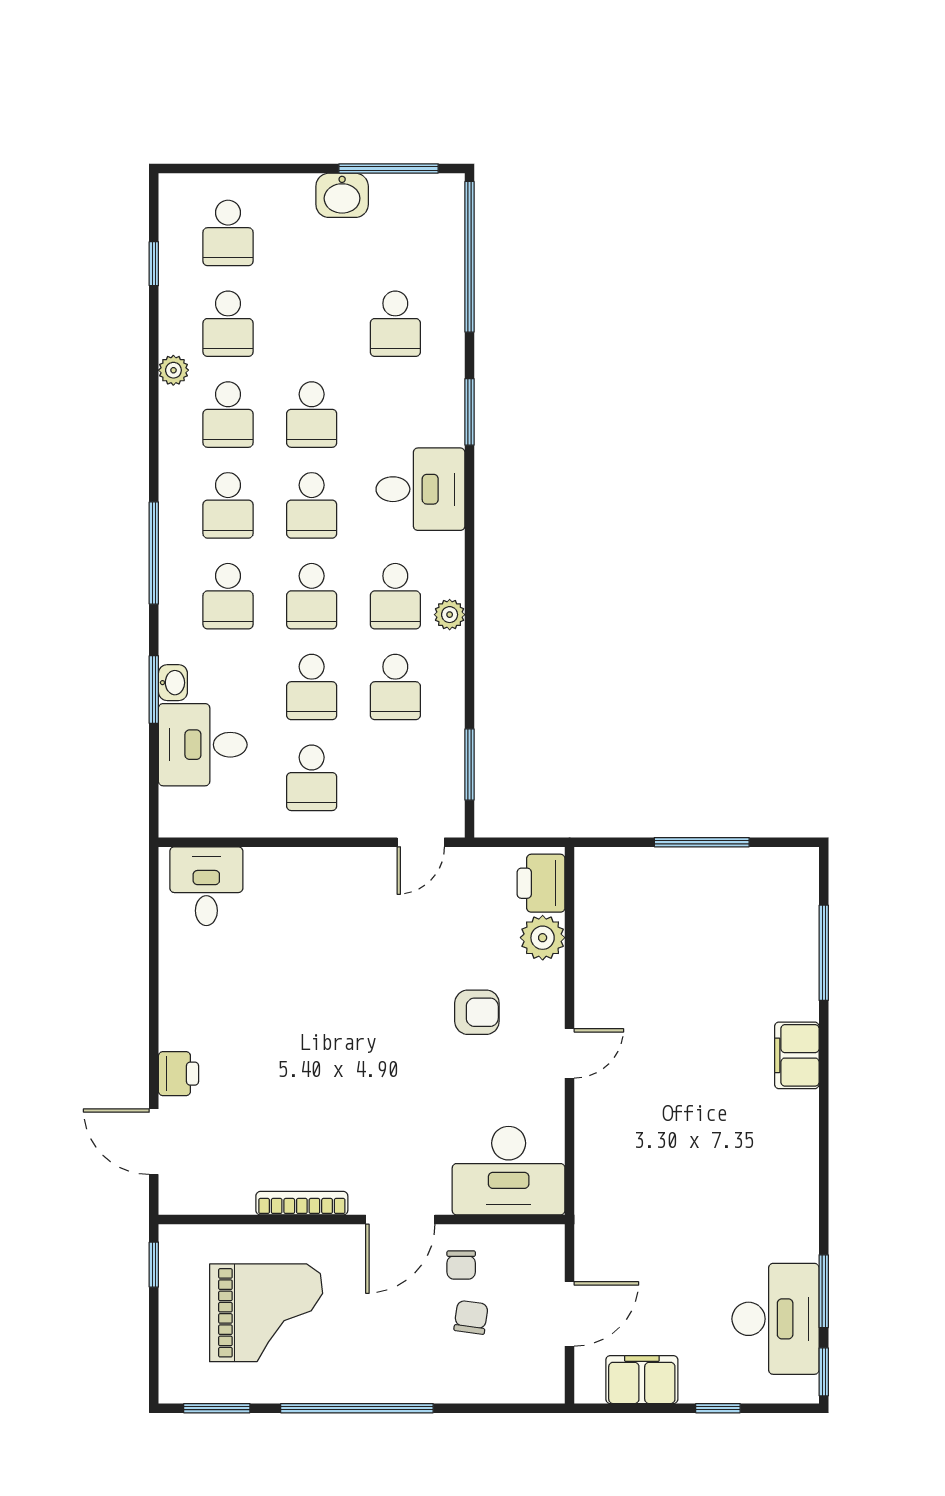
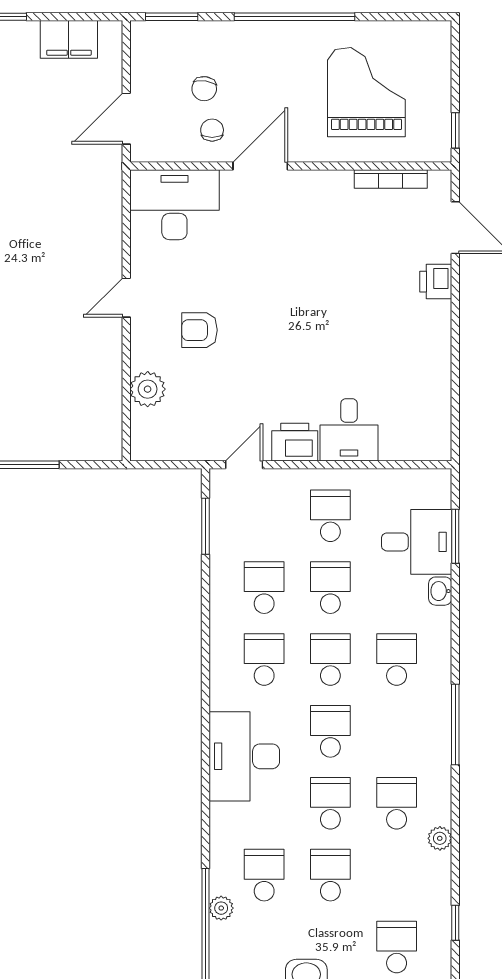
school desk: (228, 324) -> (330, 875), moved
window: (469, 412) -> (205, 805), removed
desk: (420, 489) -> (244, 756), width x1.37
school desk: (228, 505) -> (397, 731), removed
window: (154, 553) -> (455, 725), moved
plant: (450, 615) -> (221, 908), moved
window: (154, 690) -> (455, 536), moved
printer: (541, 883) -> (295, 442), moved, turned -90
desk: (206, 886) -> (349, 430), moved
bookcase: (302, 1203) -> (391, 179), moved
grand piano: (266, 1313) -> (366, 92), turned 90
door: (570, 1314) -> (126, 119), moved
window: (217, 1408) -> (172, 17), moved

